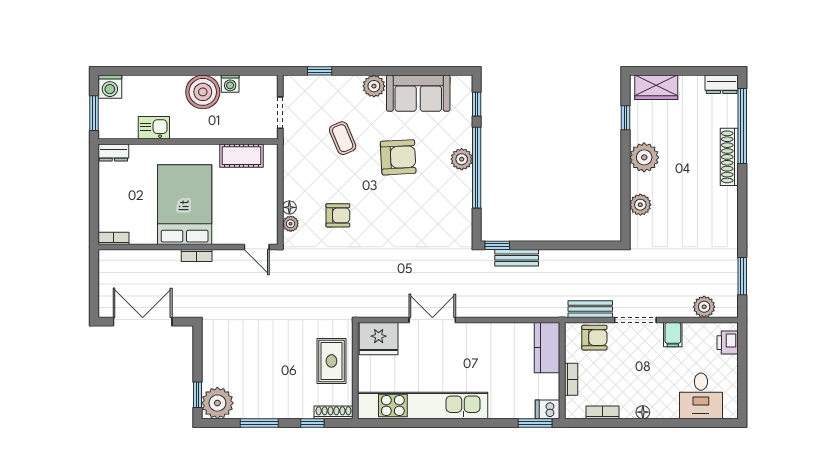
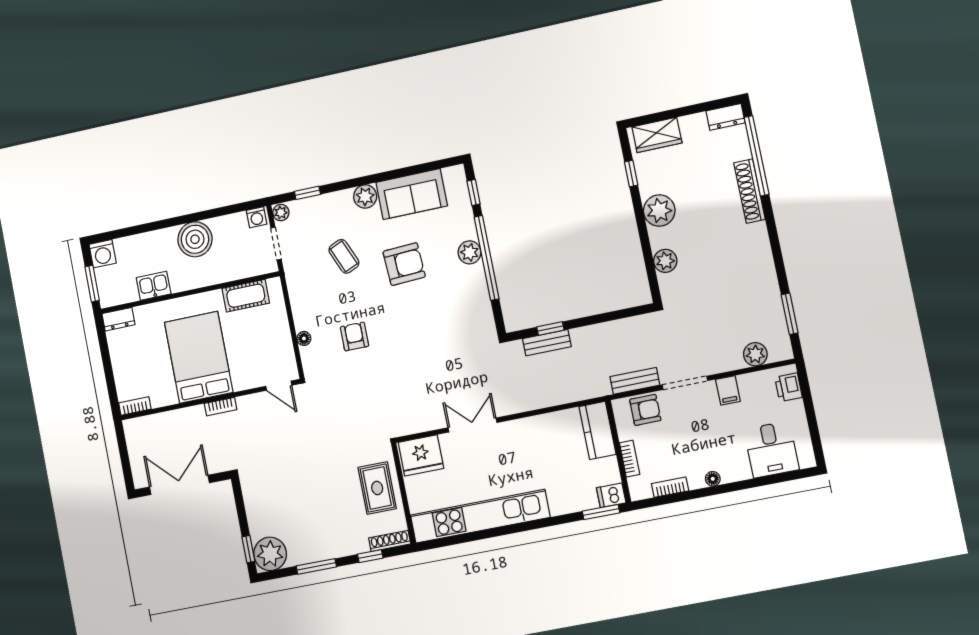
washing machine: (230, 84) -> (257, 217), moved
armchair: (338, 215) -> (355, 336), turned -90
plant: (291, 224) -> (281, 213), moved
window: (497, 245) -> (550, 329), moved

